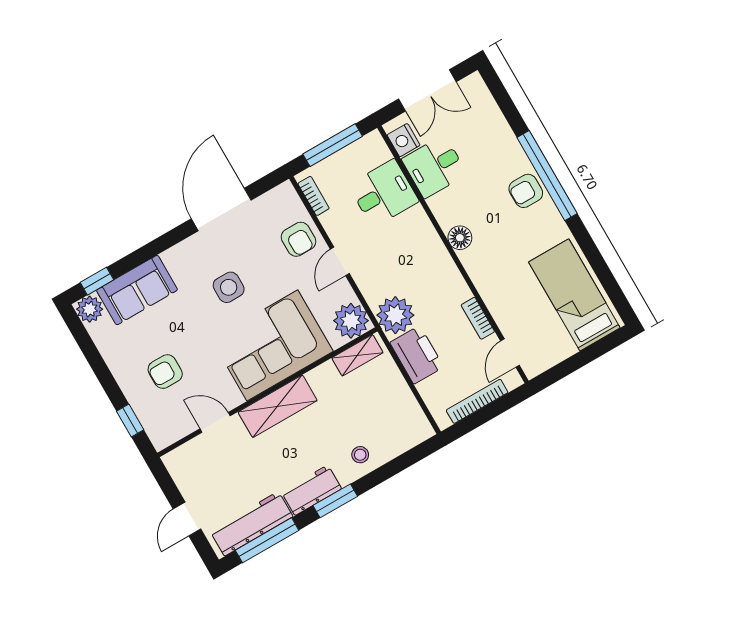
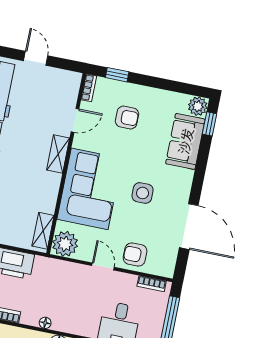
floor lamp: (450, 270) -> (45, 323), added
plant: (395, 315) -> (47, 271), removed
armchair: (165, 372) -> (127, 117), turned 90
shelving: (278, 406) -> (58, 154), width x0.67, depth x0.75
bookcase: (169, 438) -> (89, 88), added

